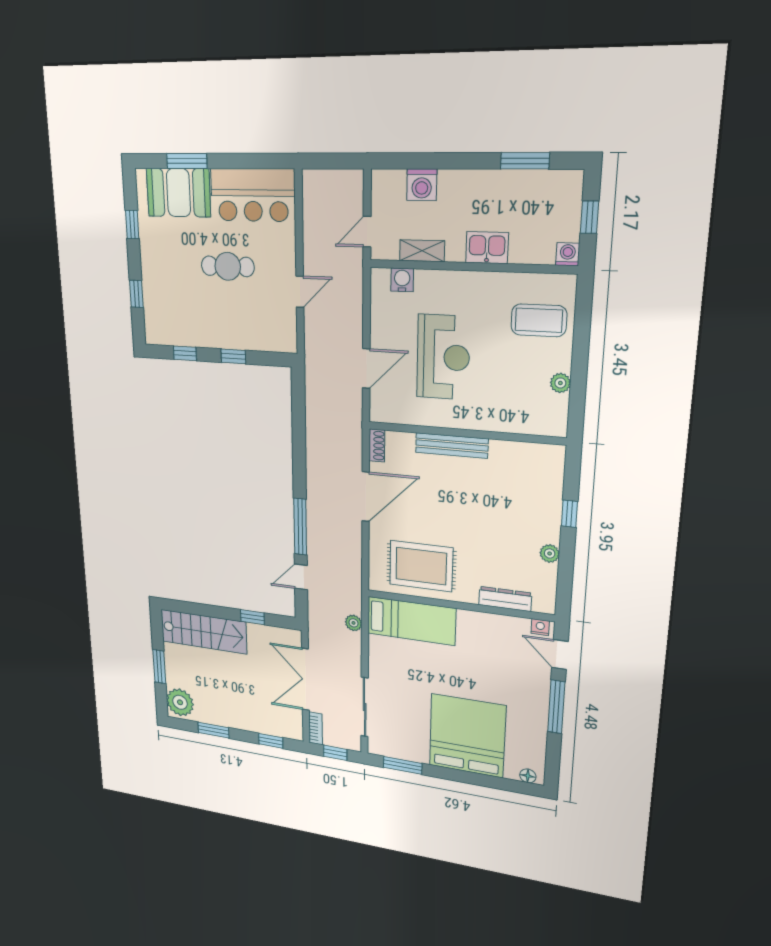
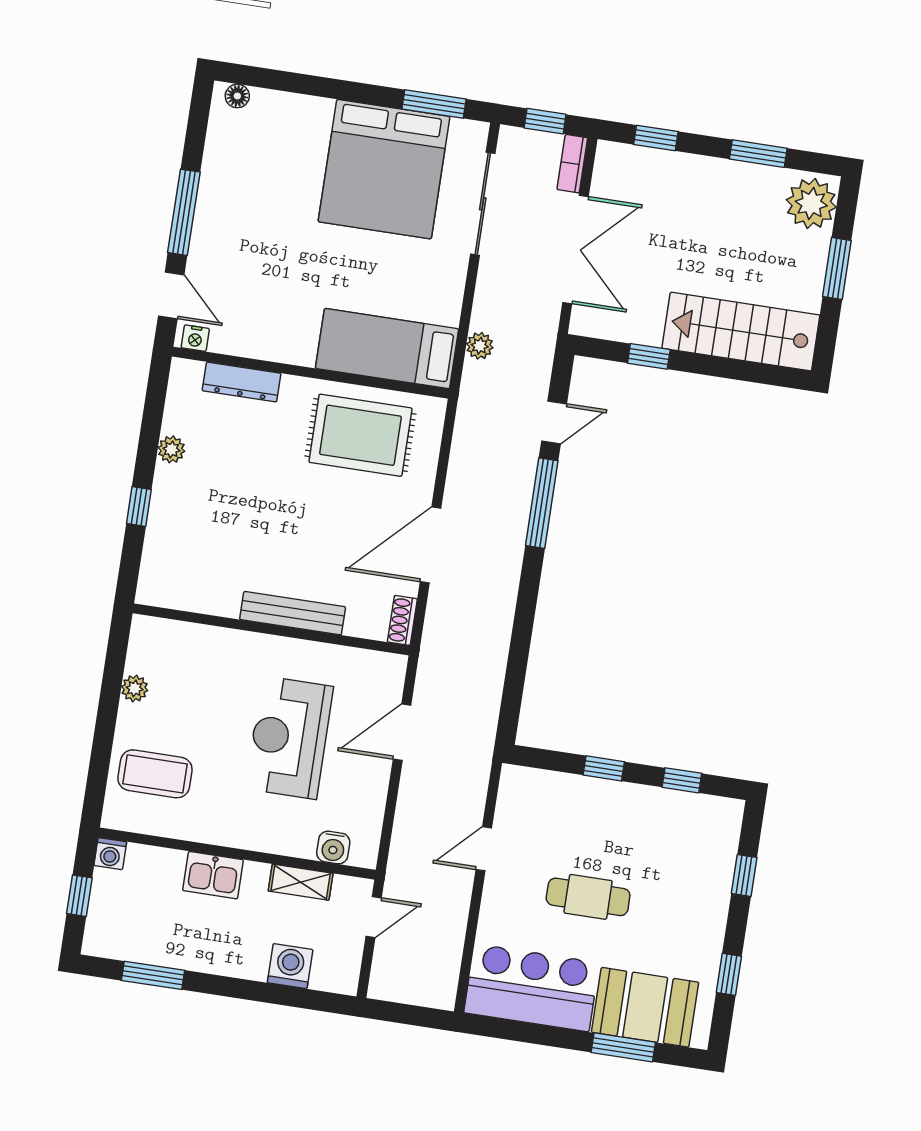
bed: (467, 736) -> (384, 169), moved

